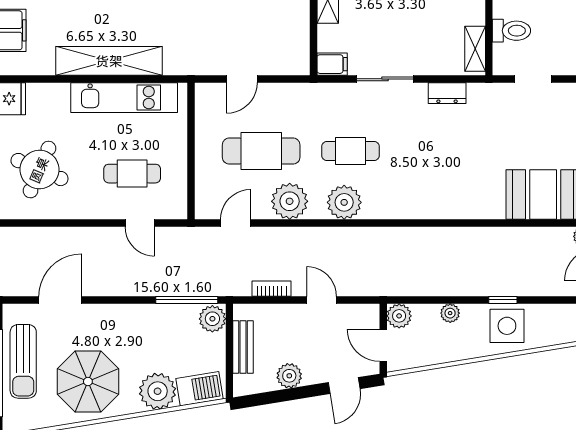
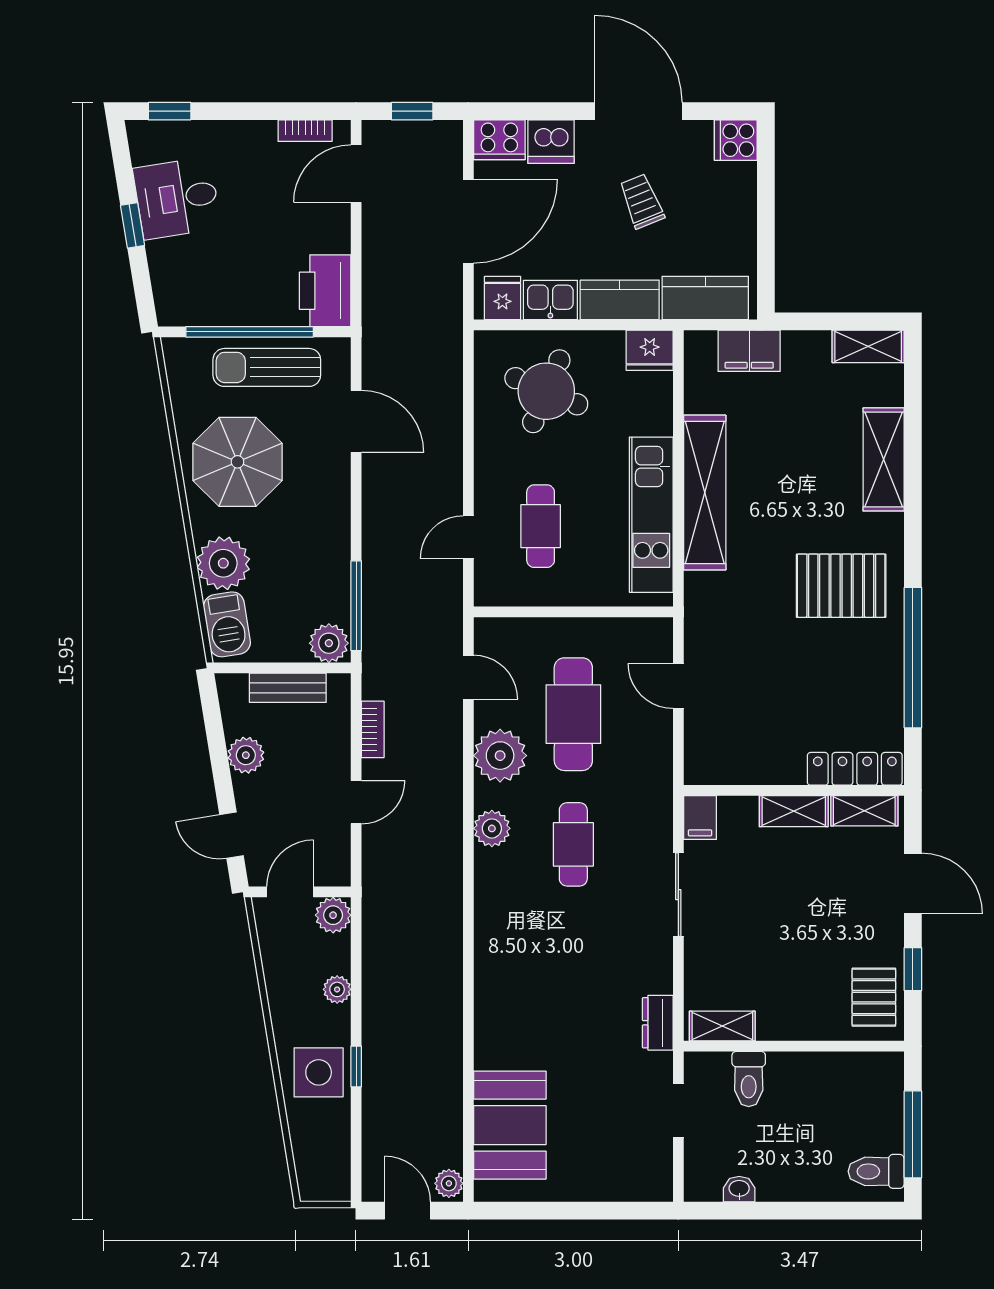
dresser: (447, 93) -> (658, 1023), moved
plant: (344, 202) -> (492, 828), width x0.73, depth x0.73

